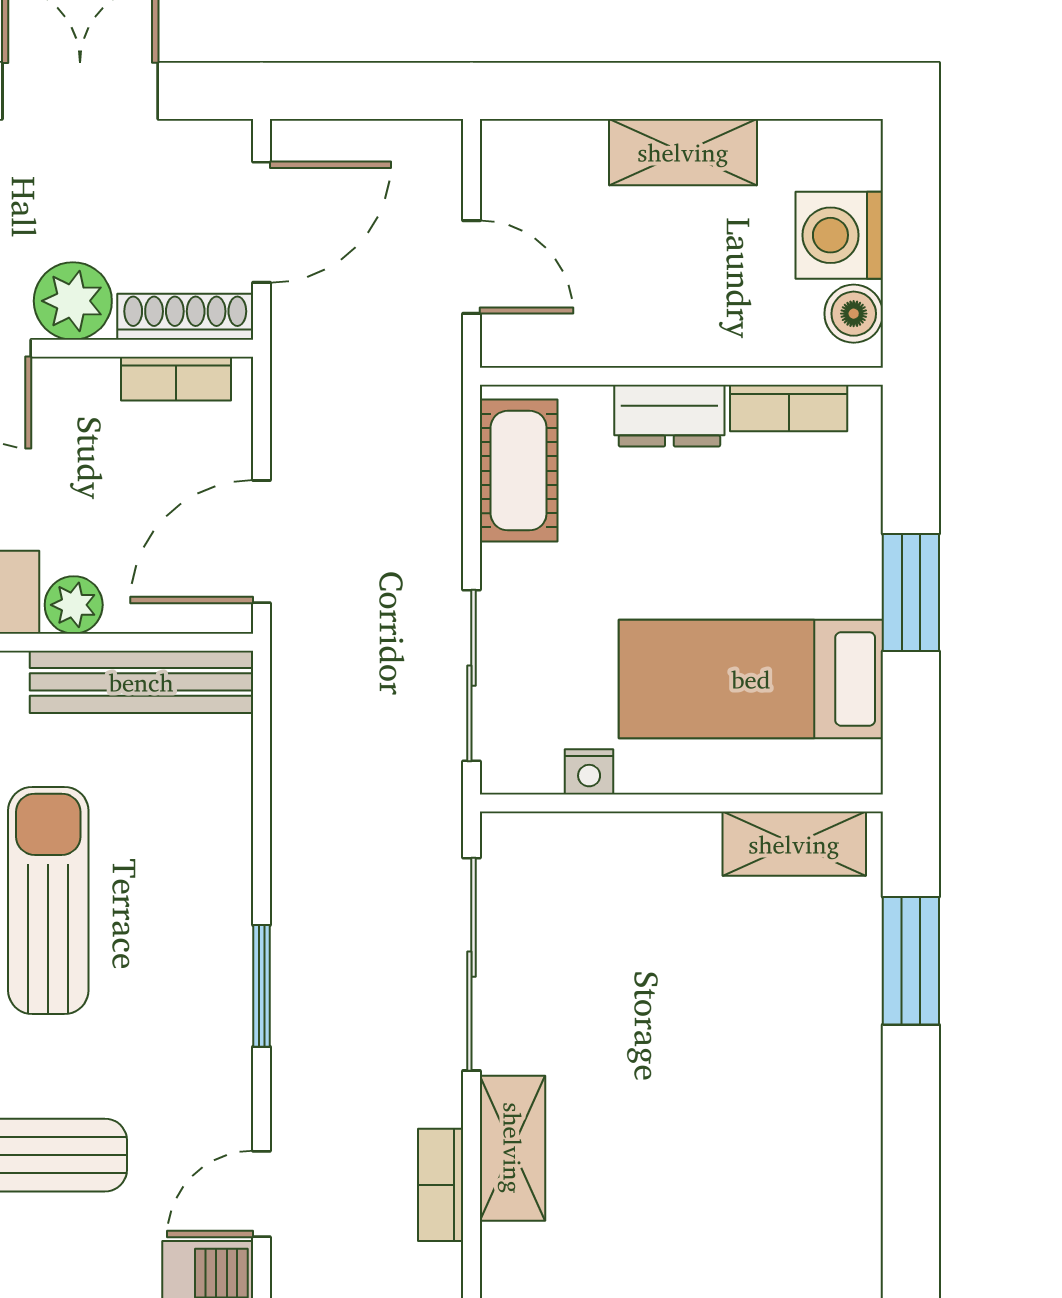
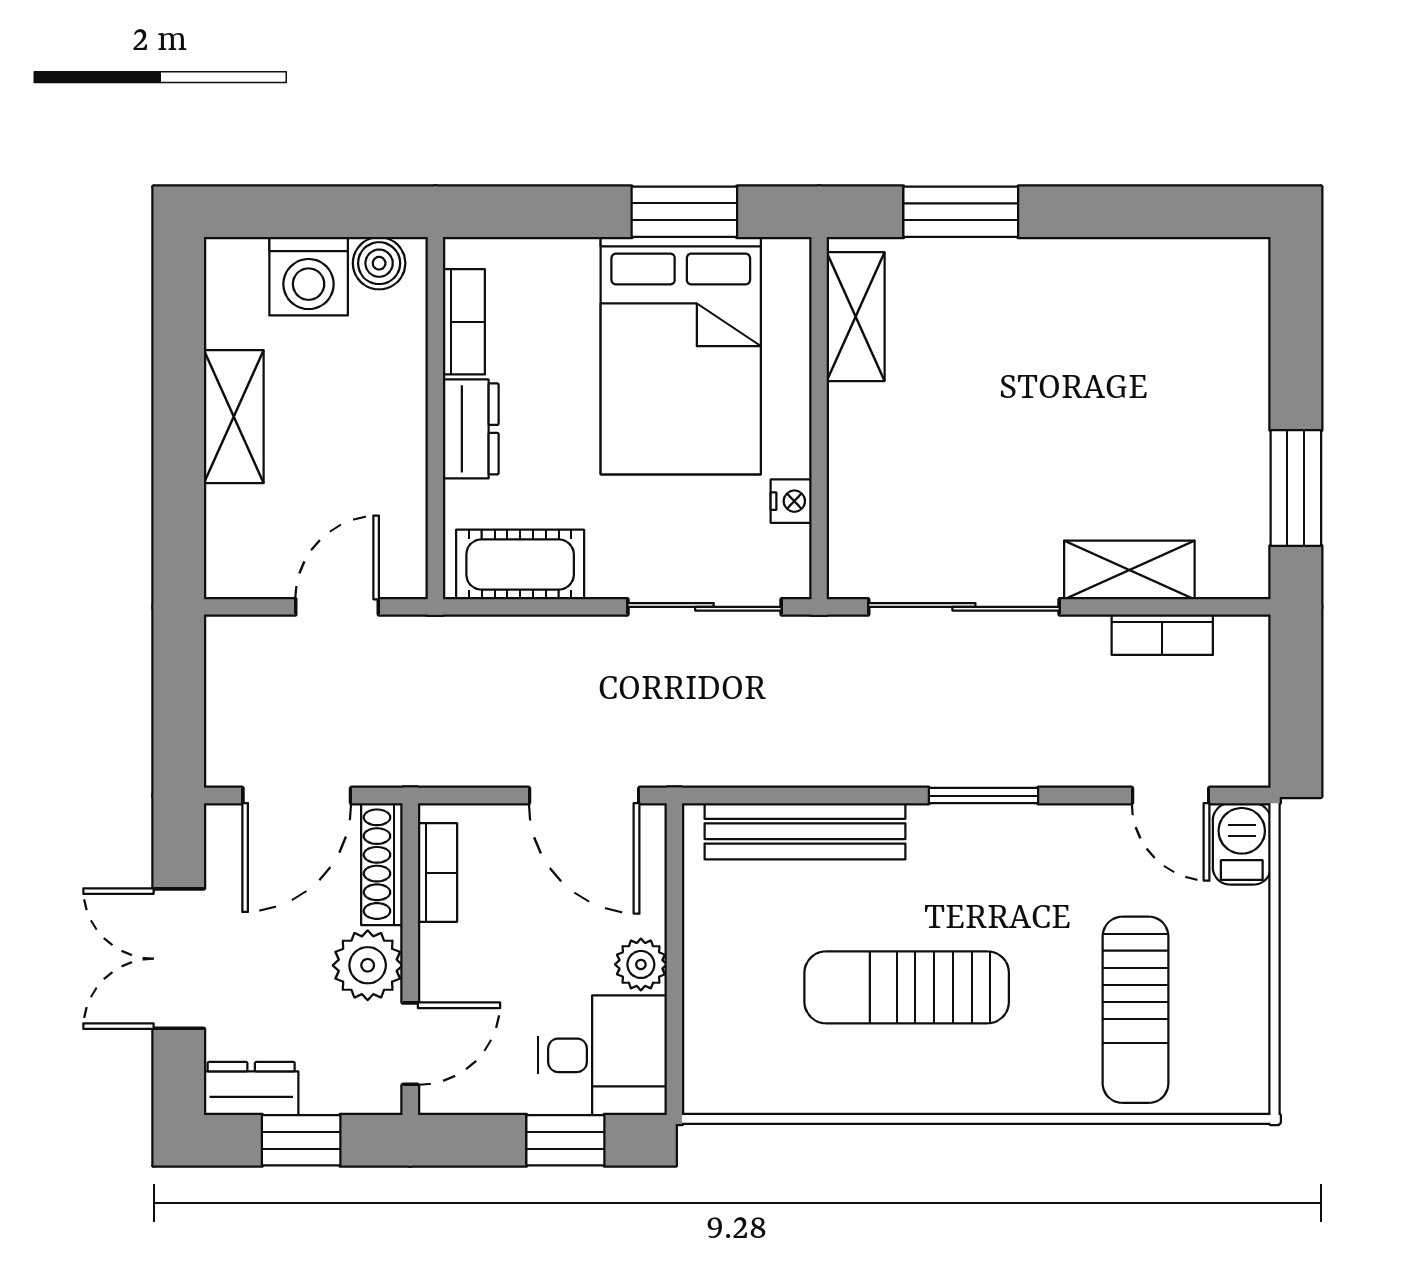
door: (262, 222) -> (297, 796), swing flipped
window: (911, 593) -> (684, 212), moved
bed: (751, 679) -> (681, 356), width x1.50
bench: (141, 682) -> (805, 831), moved, turned 90

